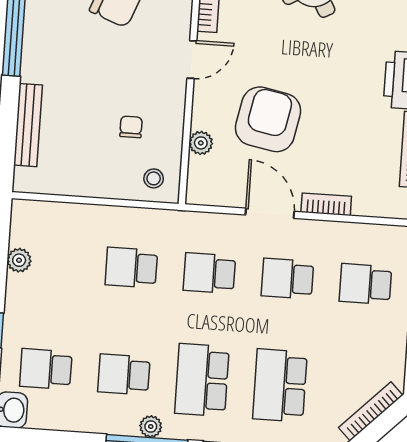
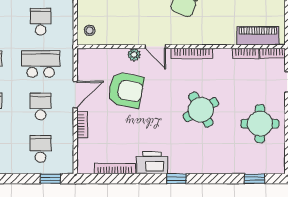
chair: (131, 127) -> (117, 16), removed
plant: (201, 143) -> (134, 55), moved
school desk: (209, 273) -> (41, 64), width x1.85

